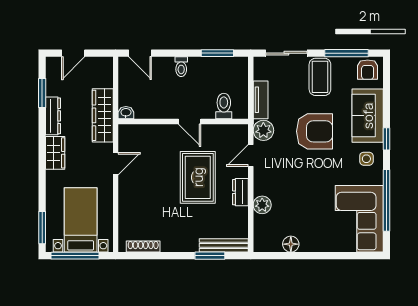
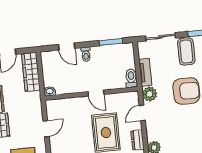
door: (140, 53) -> (67, 46), moved
toilet: (224, 106) -> (131, 78), moved
wardrobe: (103, 115) -> (31, 72), moved

